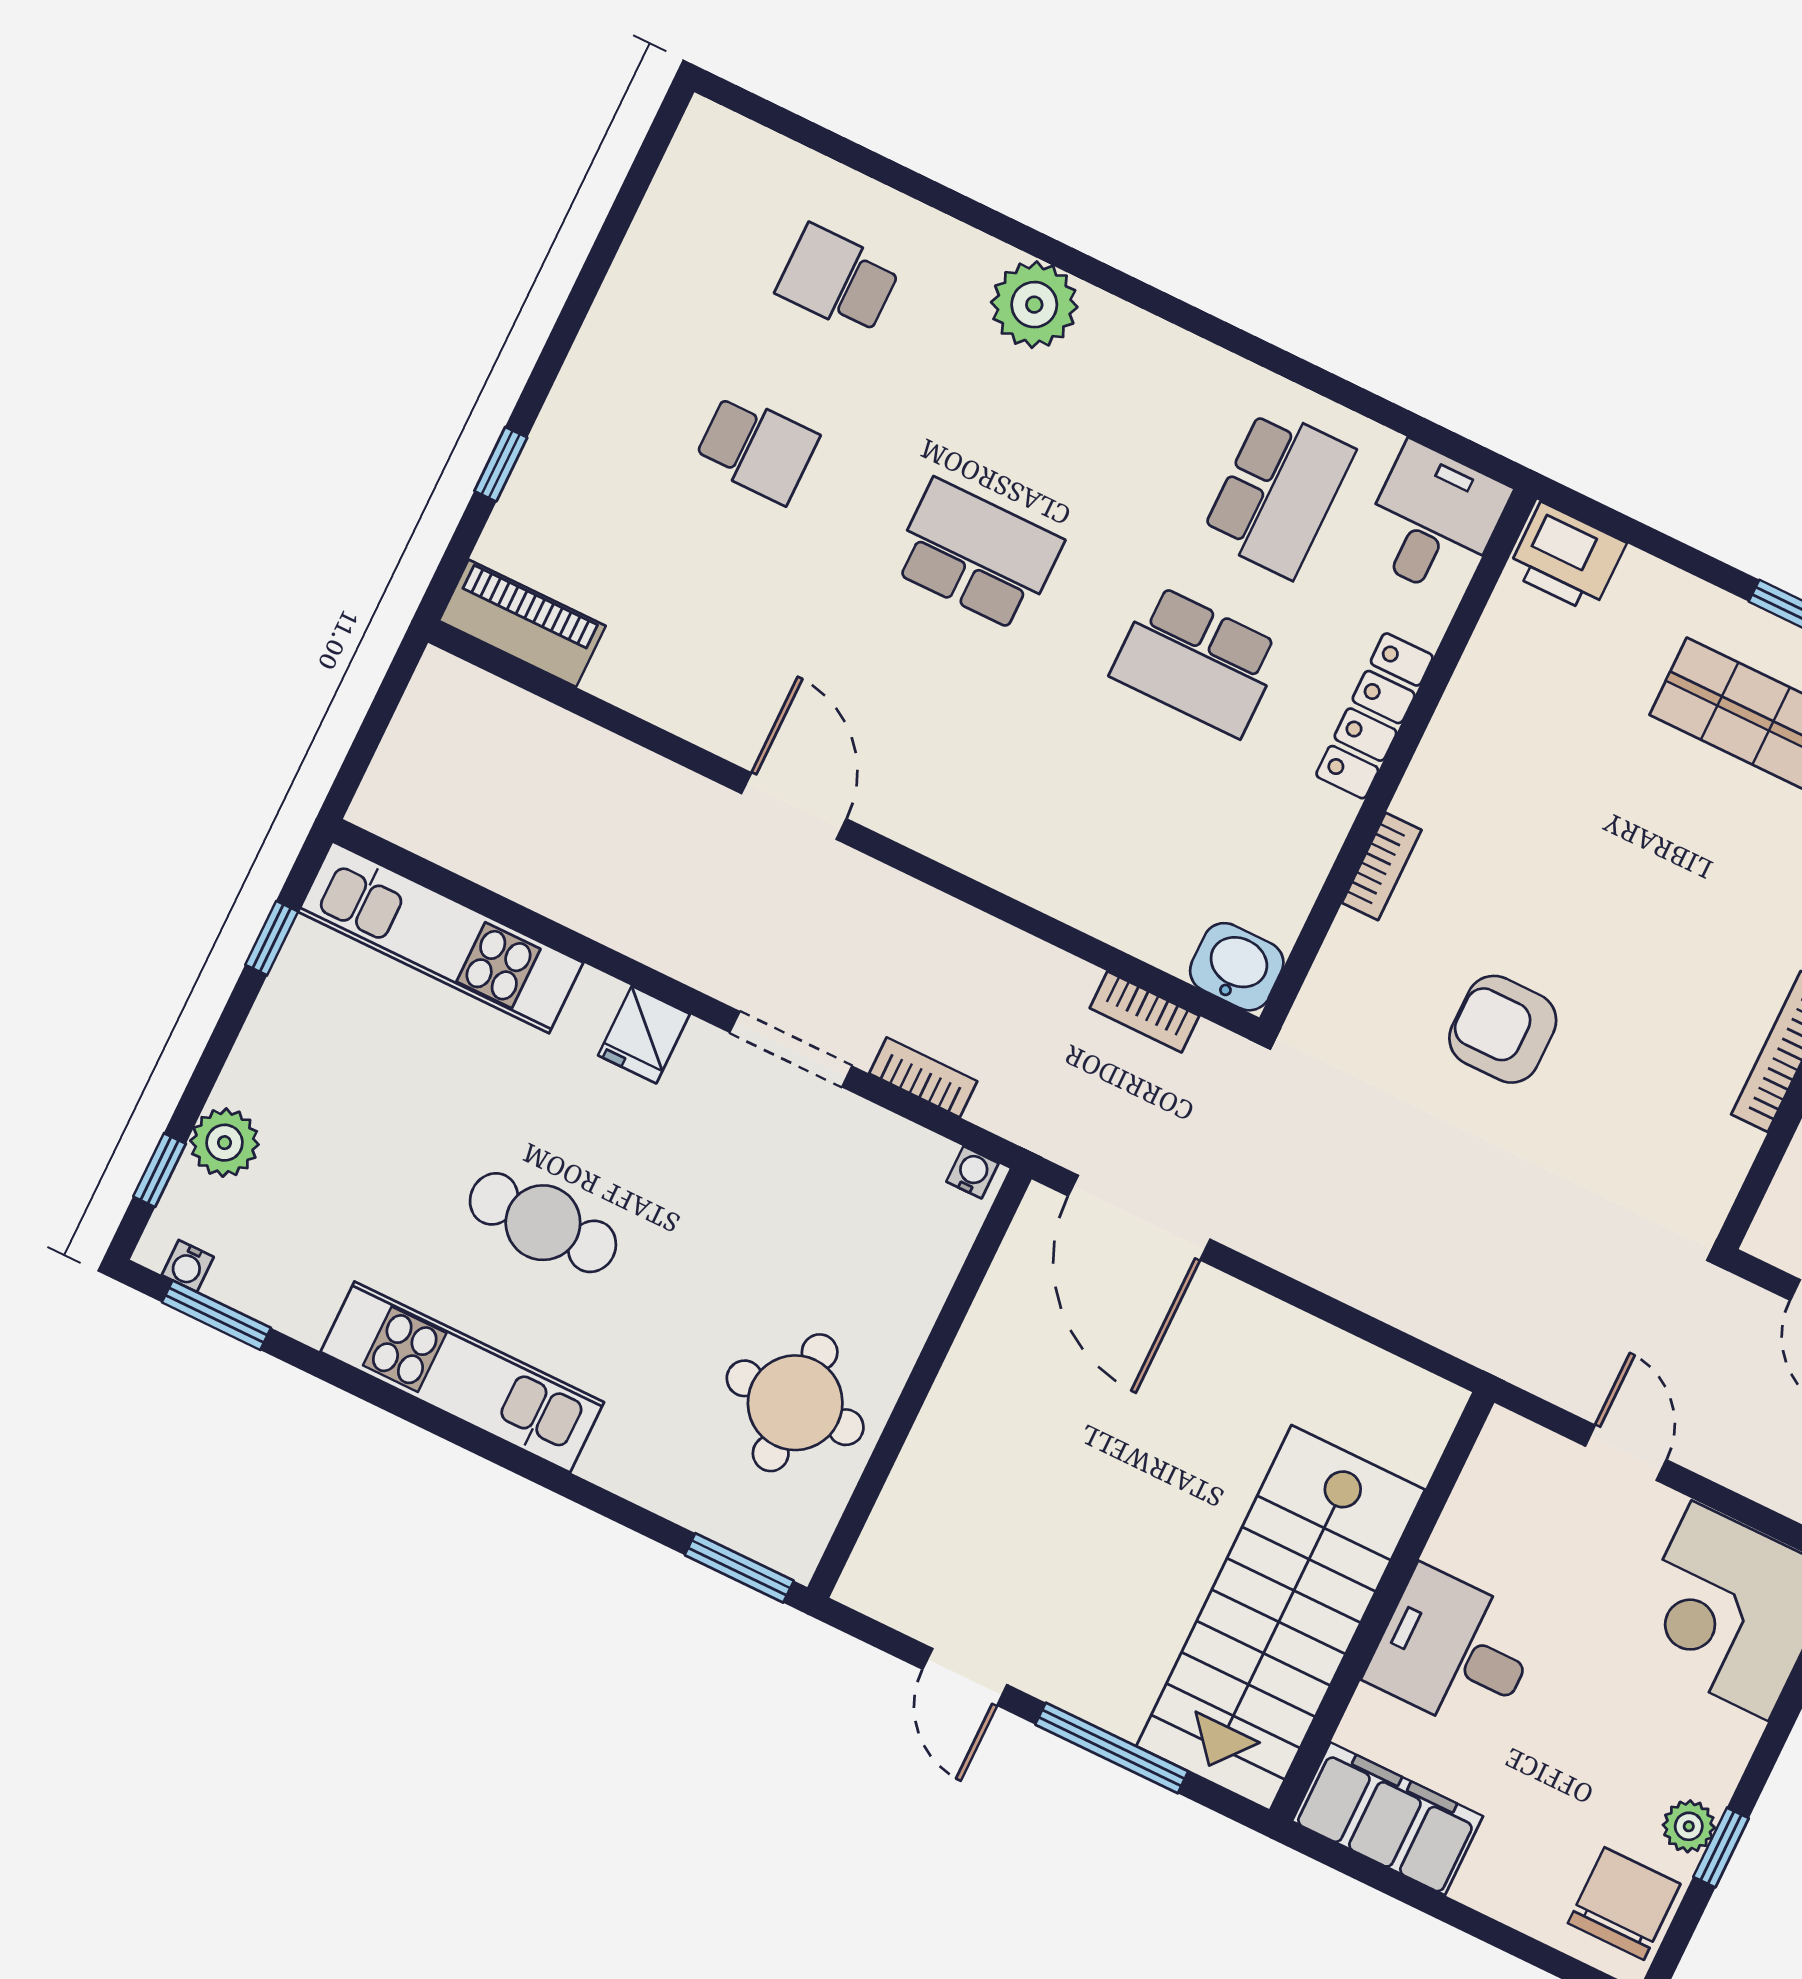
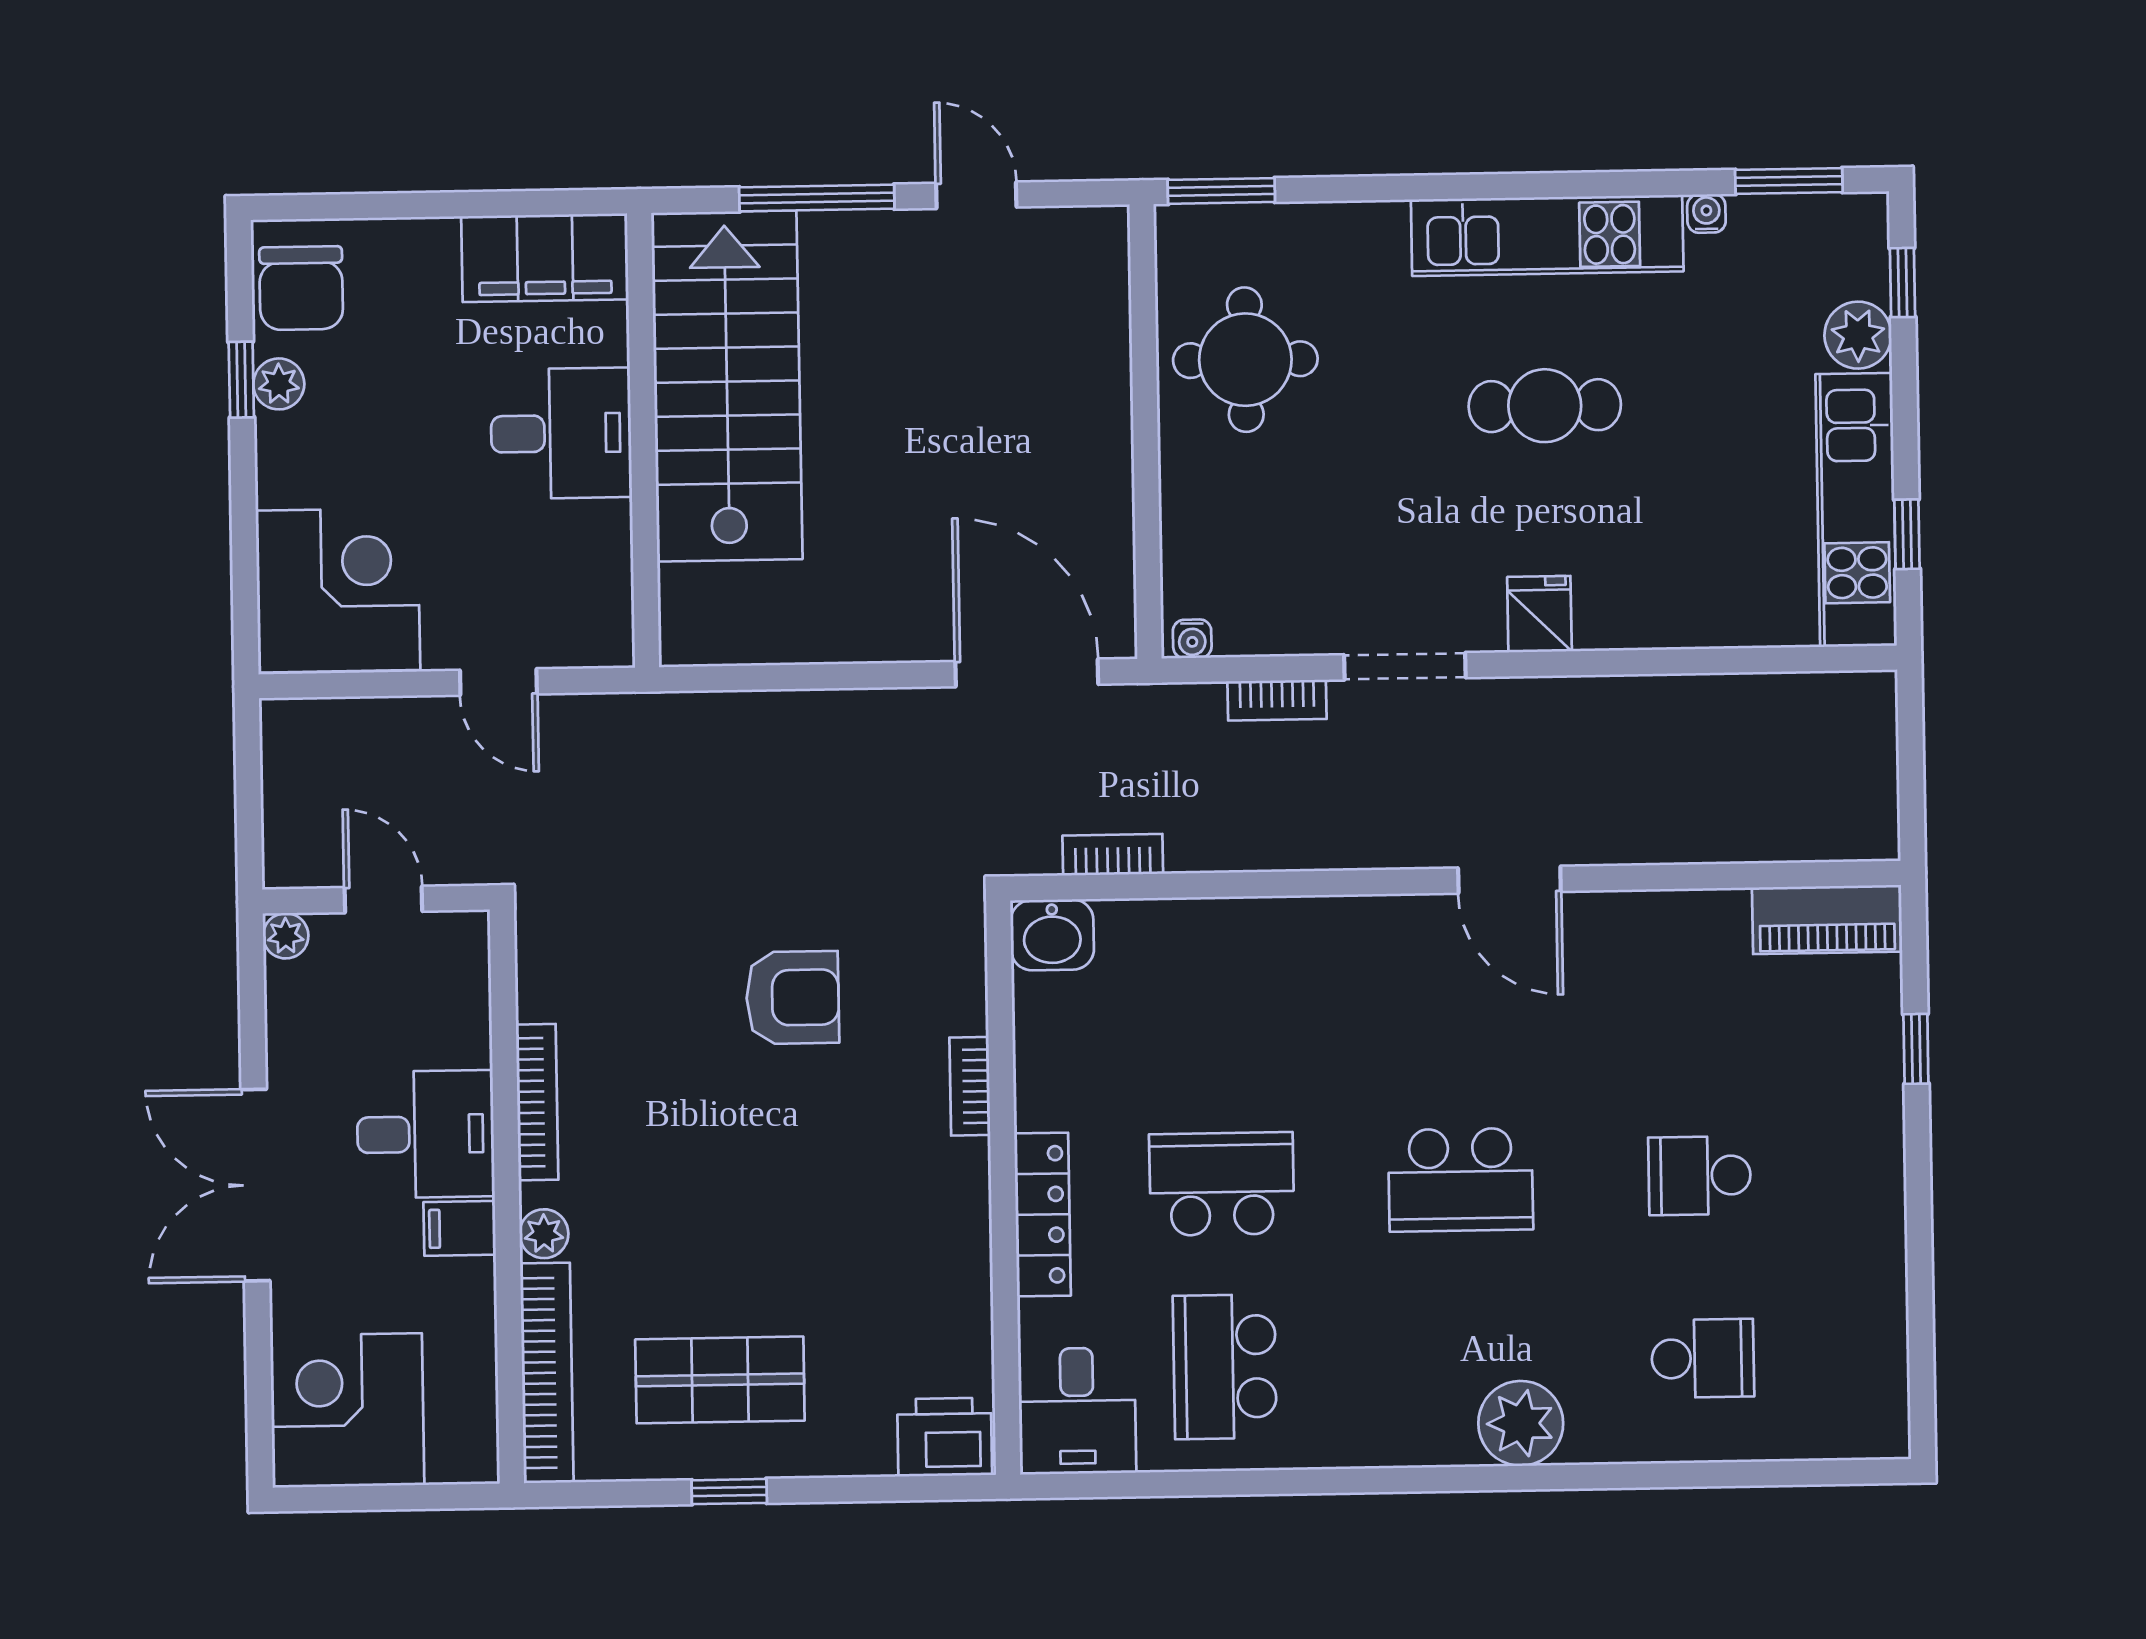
kitchen unit: (441, 937) -> (1856, 510), moved, turned -90
water cooler: (188, 1266) -> (1706, 214), moved

